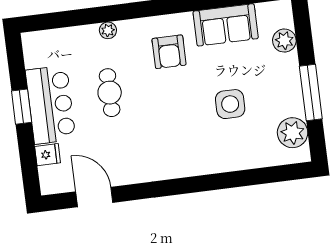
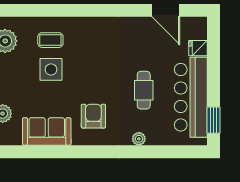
bar counter: (51, 105) -> (191, 97), width x1.36
window: (22, 107) -> (214, 120), moved
coffee table: (236, 141) -> (50, 40), added

